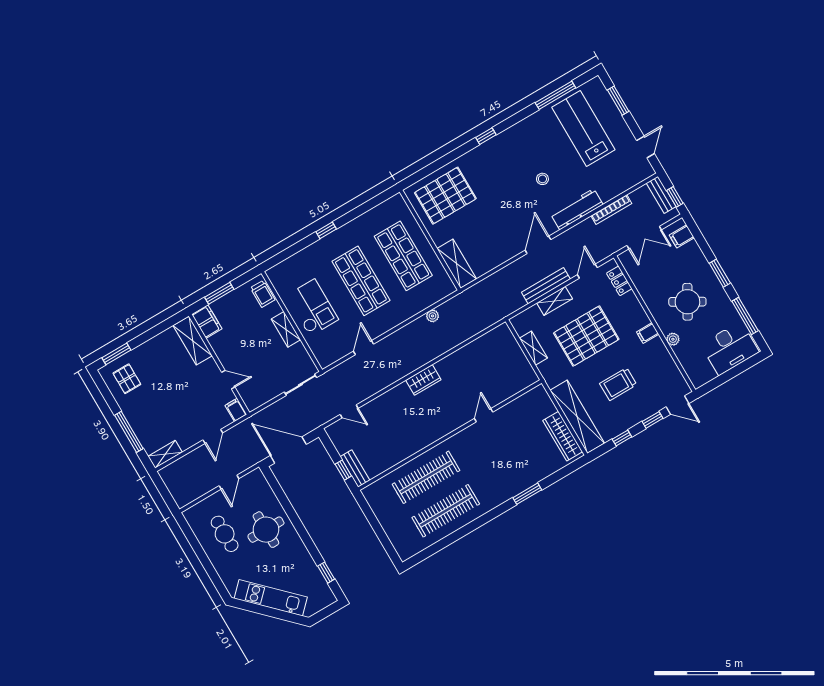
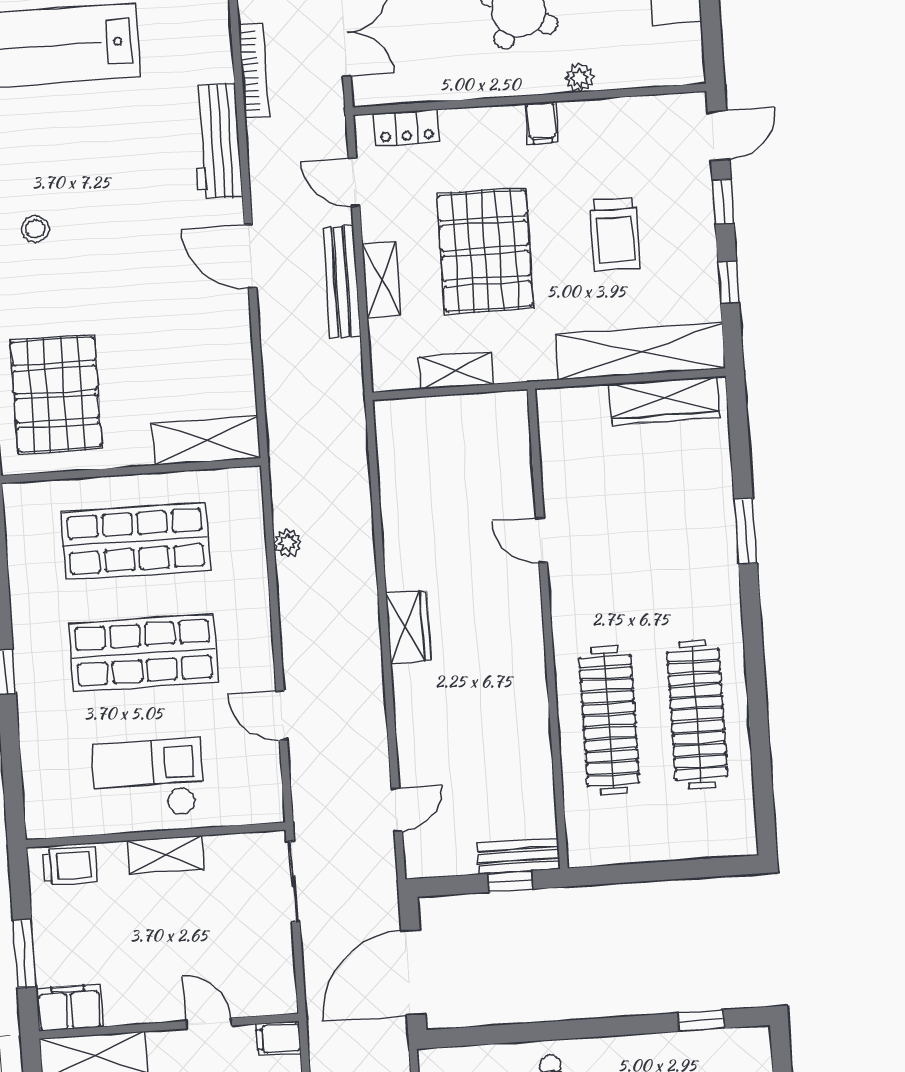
stool: (542, 179) -> (35, 229), moved
door: (228, 380) -> (209, 1023), hinge flipped

